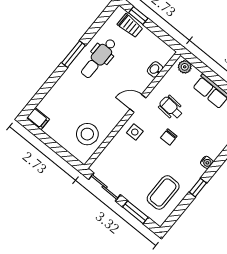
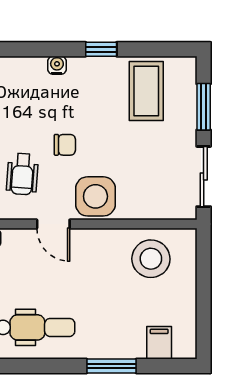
window: (73, 54) -> (111, 366), moved
filing cabinet: (38, 119) -> (159, 343), moved
side table: (135, 132) -> (95, 196), width x1.87, depth x1.87
coffee table: (163, 192) -> (146, 91), turned 90

